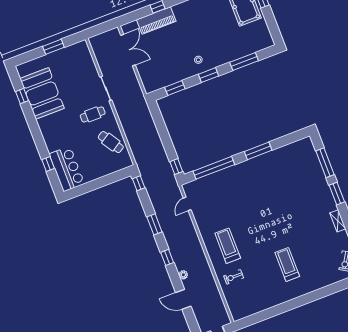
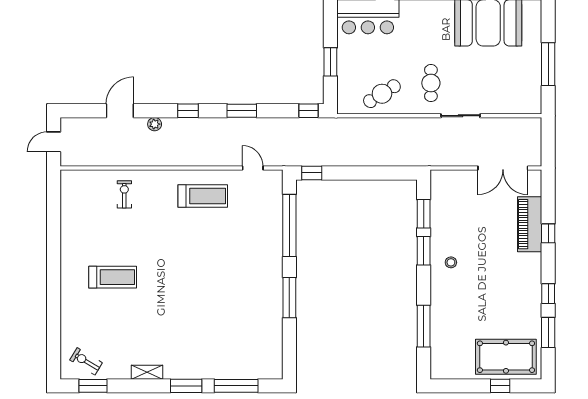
window: (53, 47) -> (548, 64), width x1.44
window: (209, 75) -> (424, 251), moved
window: (103, 181) -> (330, 62), added
treadmill: (228, 246) -> (203, 196), moved

